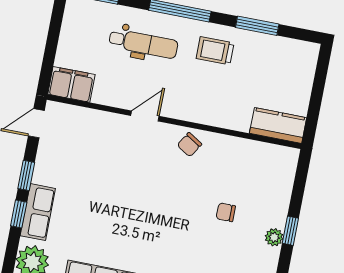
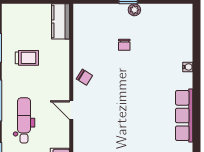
trolley: (215, 51) -> (27, 58), moved, turned -90

